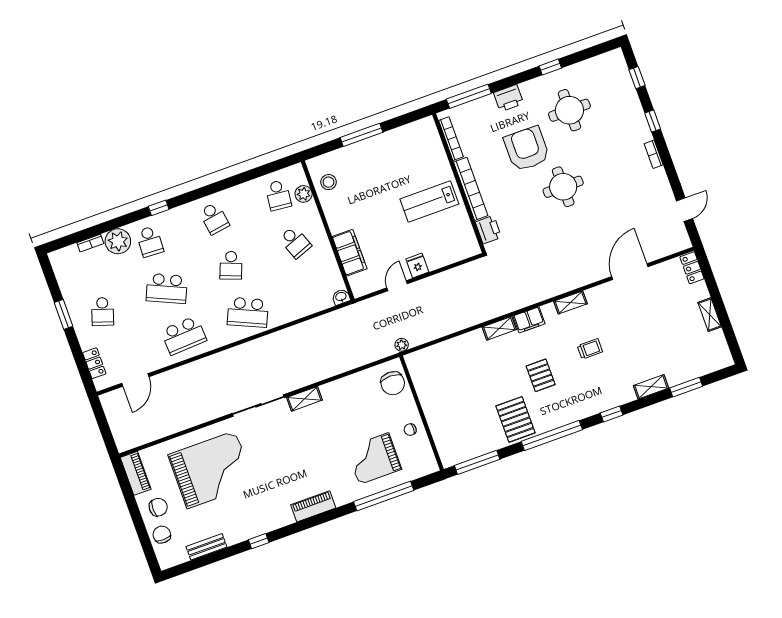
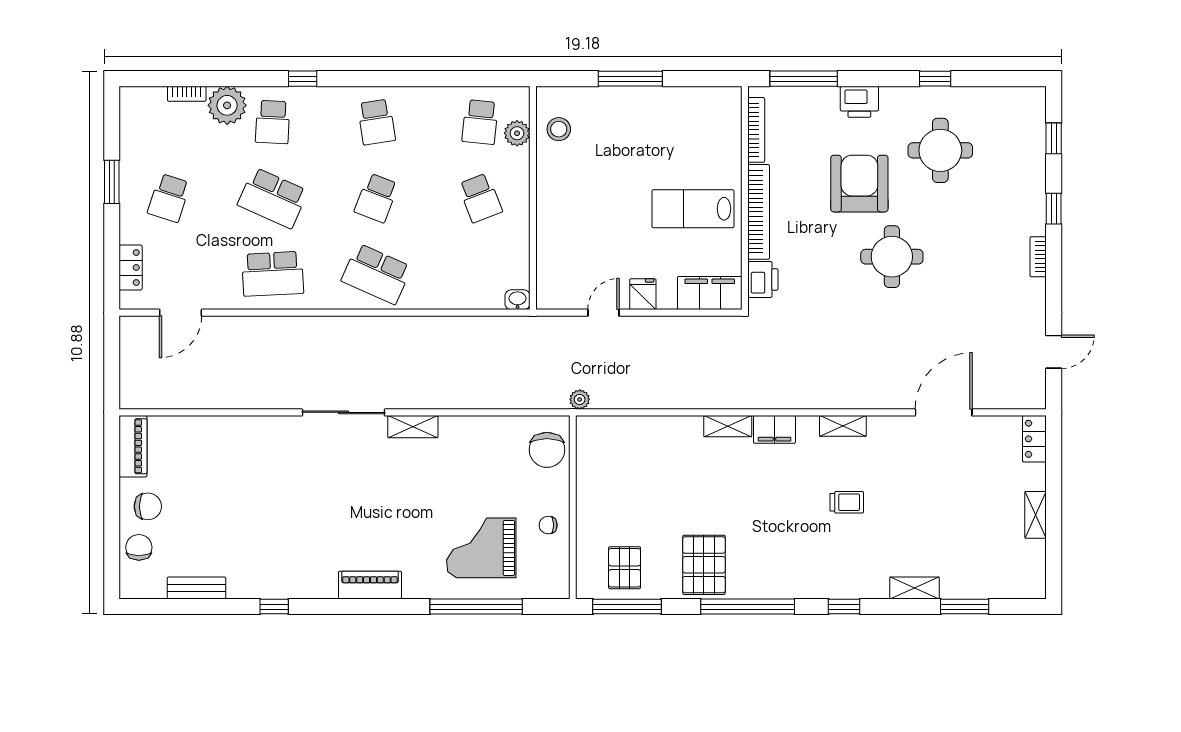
filing cabinet: (350, 253) -> (710, 293), moved, turned -90
pallet: (541, 375) -> (625, 568), moved
grand piano: (211, 470) -> (243, 480), removed

